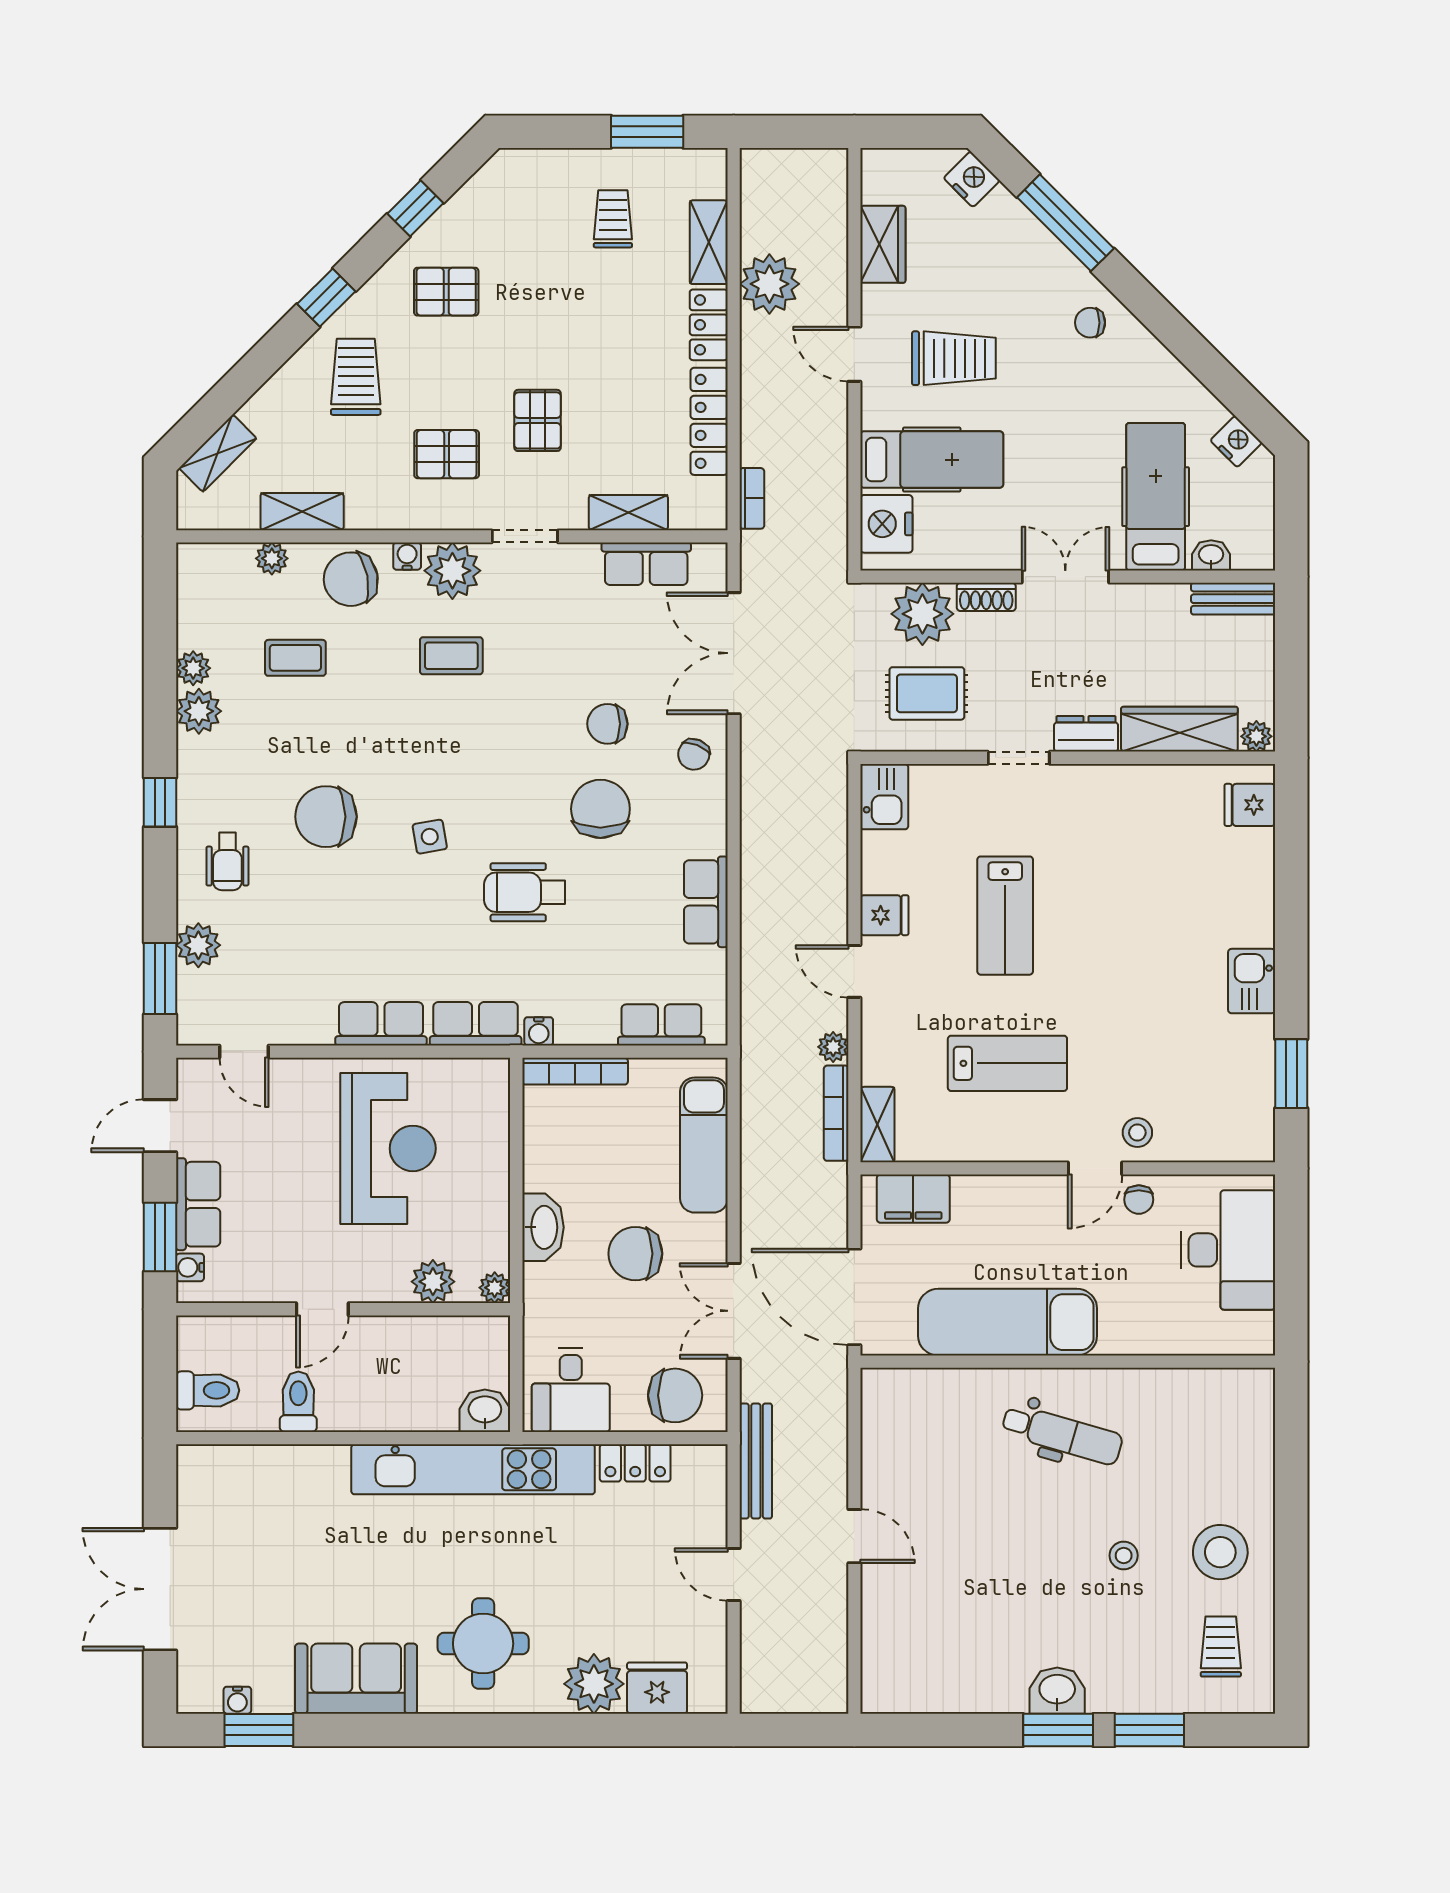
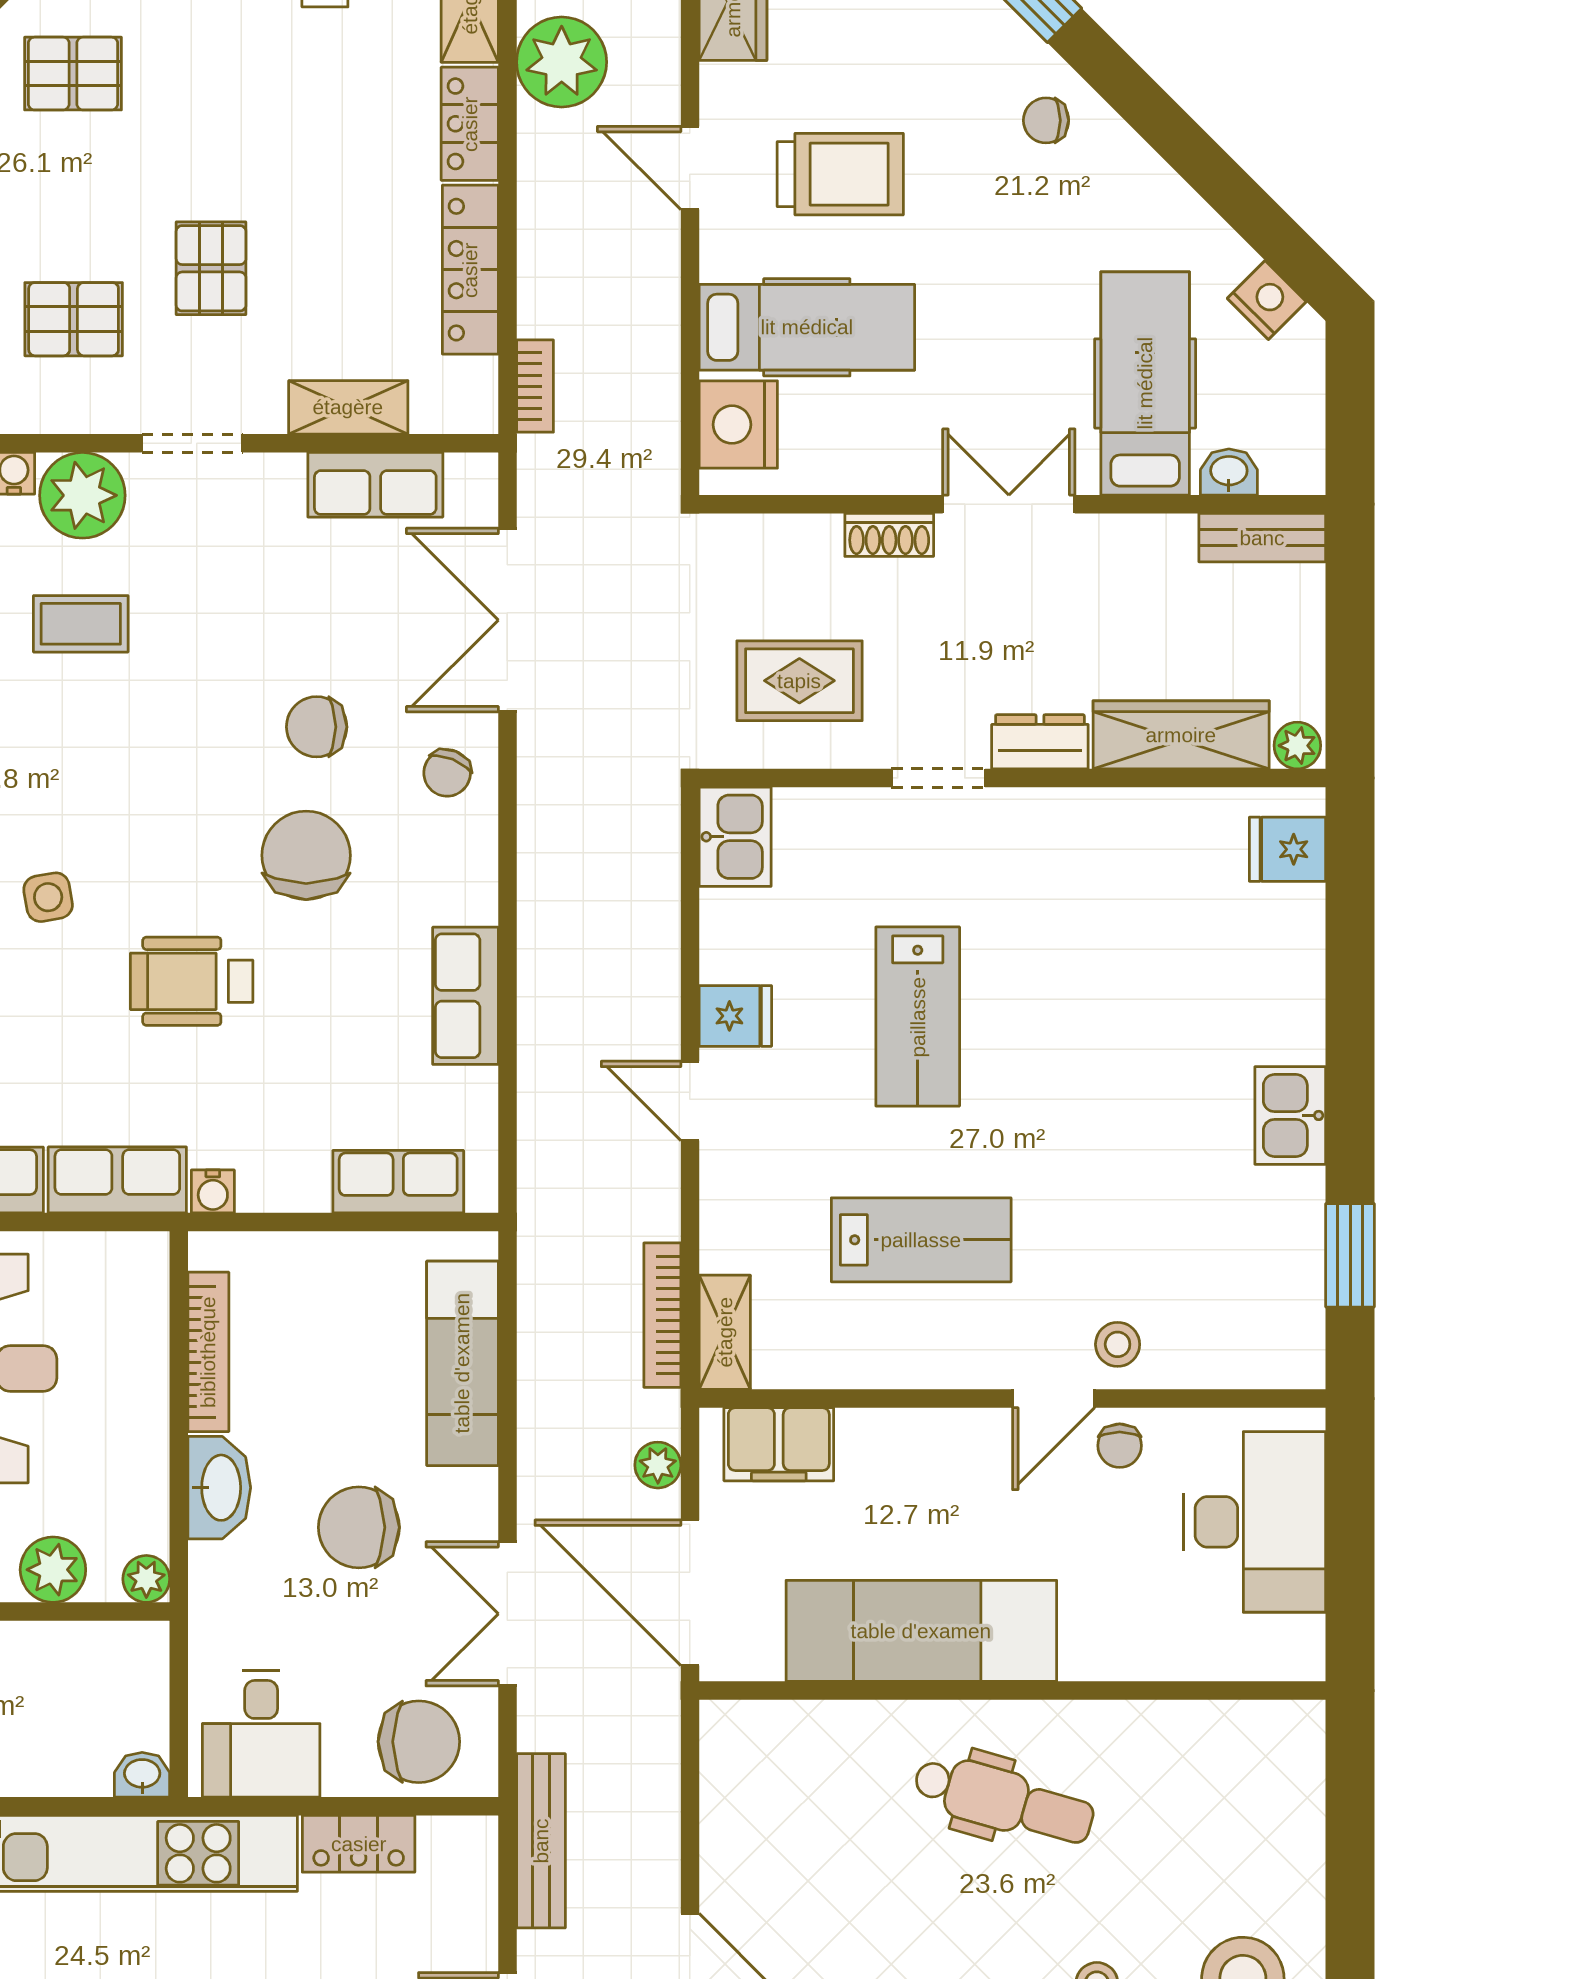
plant: (922, 614) -> (793, 561), removed
plant: (833, 1047) -> (658, 1465), moved
bookcase: (575, 1071) -> (208, 1352), moved, turned -90
washbasin: (485, 1411) -> (142, 1775), width x0.72, depth x0.69

